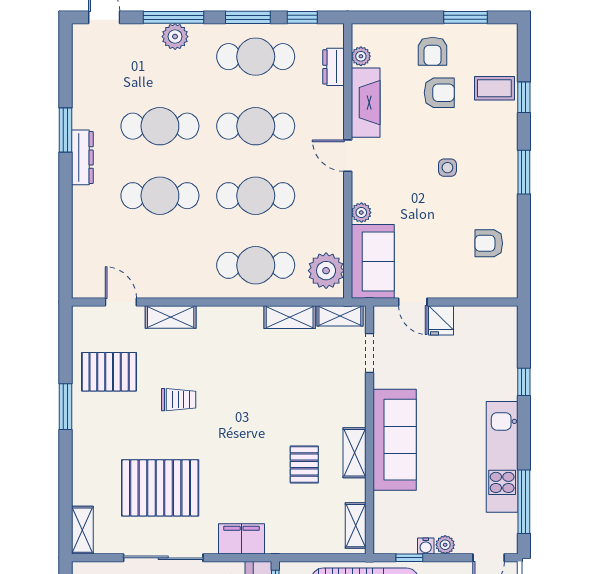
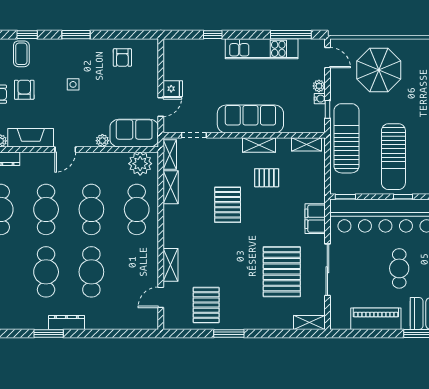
trolley: (179, 400) -> (224, 260), removed
pallet: (263, 405) -> (228, 205), added

